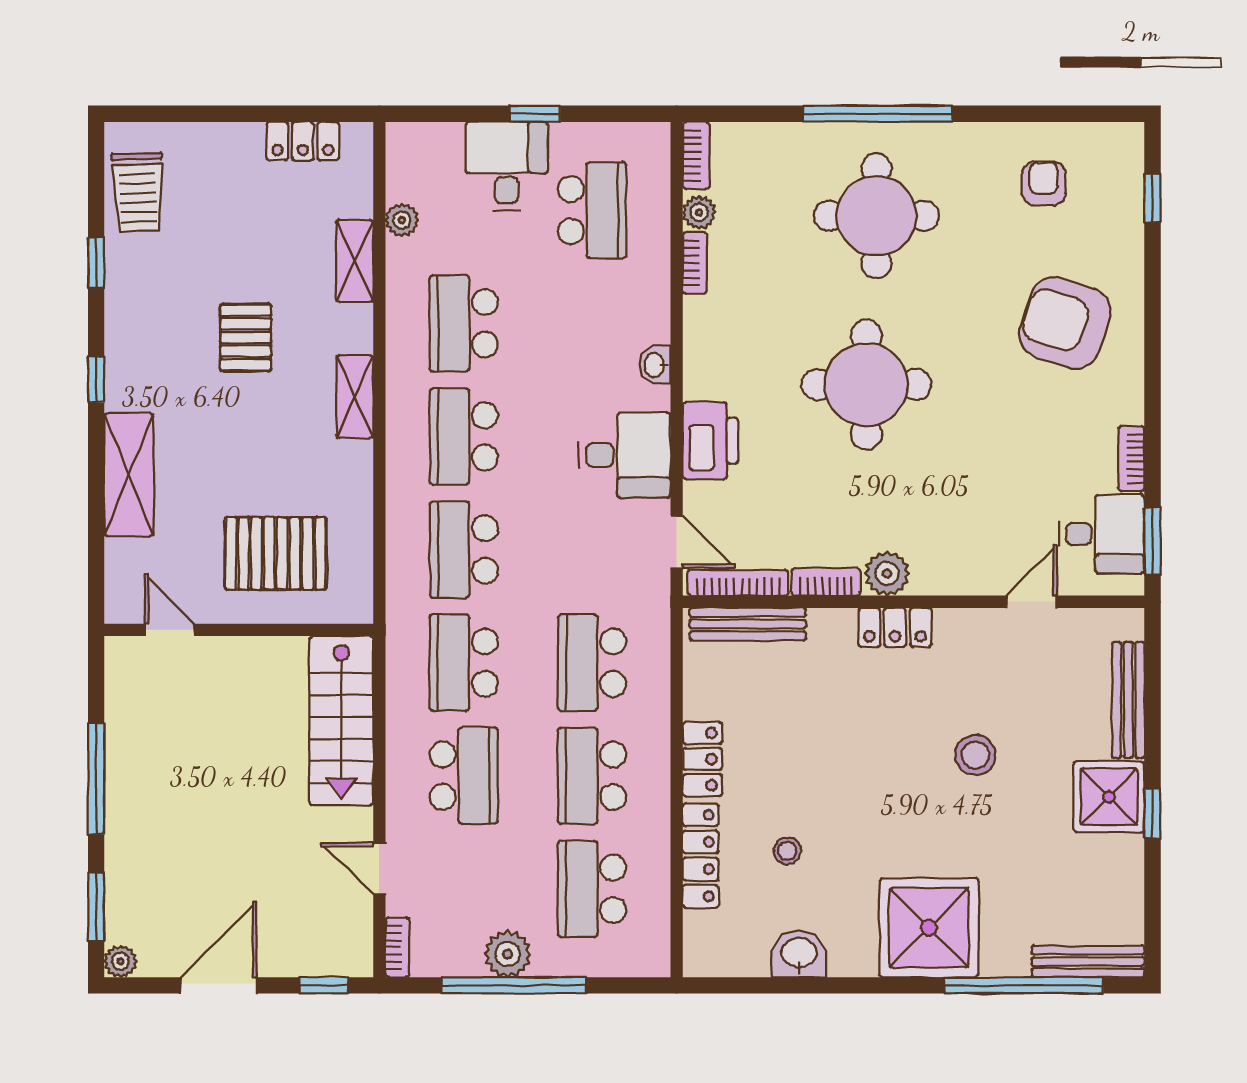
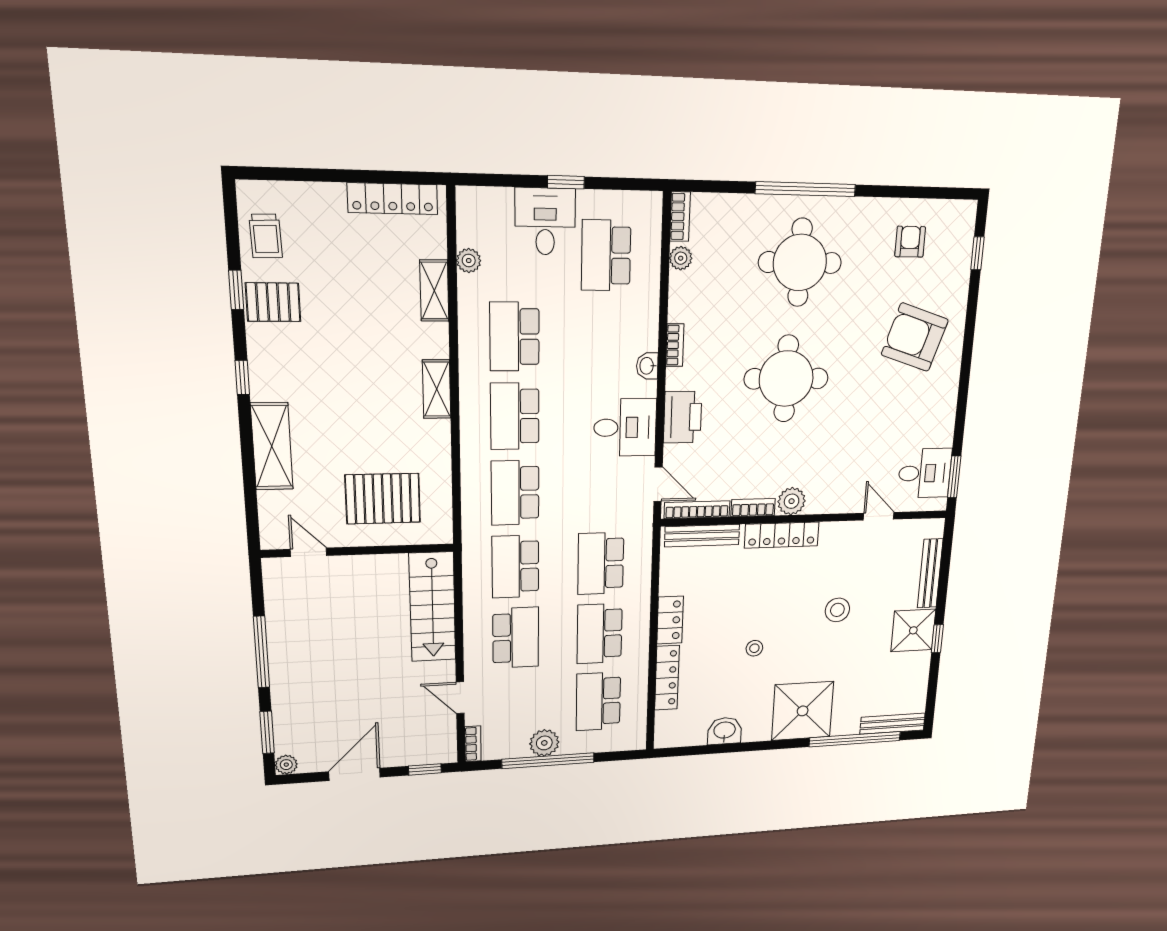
locker: (303, 141) -> (393, 199), width x1.53
trolley: (138, 192) -> (266, 236), width x0.73, depth x0.72
school desk: (592, 210) -> (606, 255), turned 180
bookcase: (695, 263) -> (675, 345), moved
pallet: (246, 337) -> (273, 302), moved, turned 90
bookcase: (1131, 459) -> (947, 425), removed
door: (1032, 602) -> (879, 516), hinge flipped
locker: (895, 627) -> (782, 535), width x1.53
stool: (787, 851) -> (754, 648), moved

